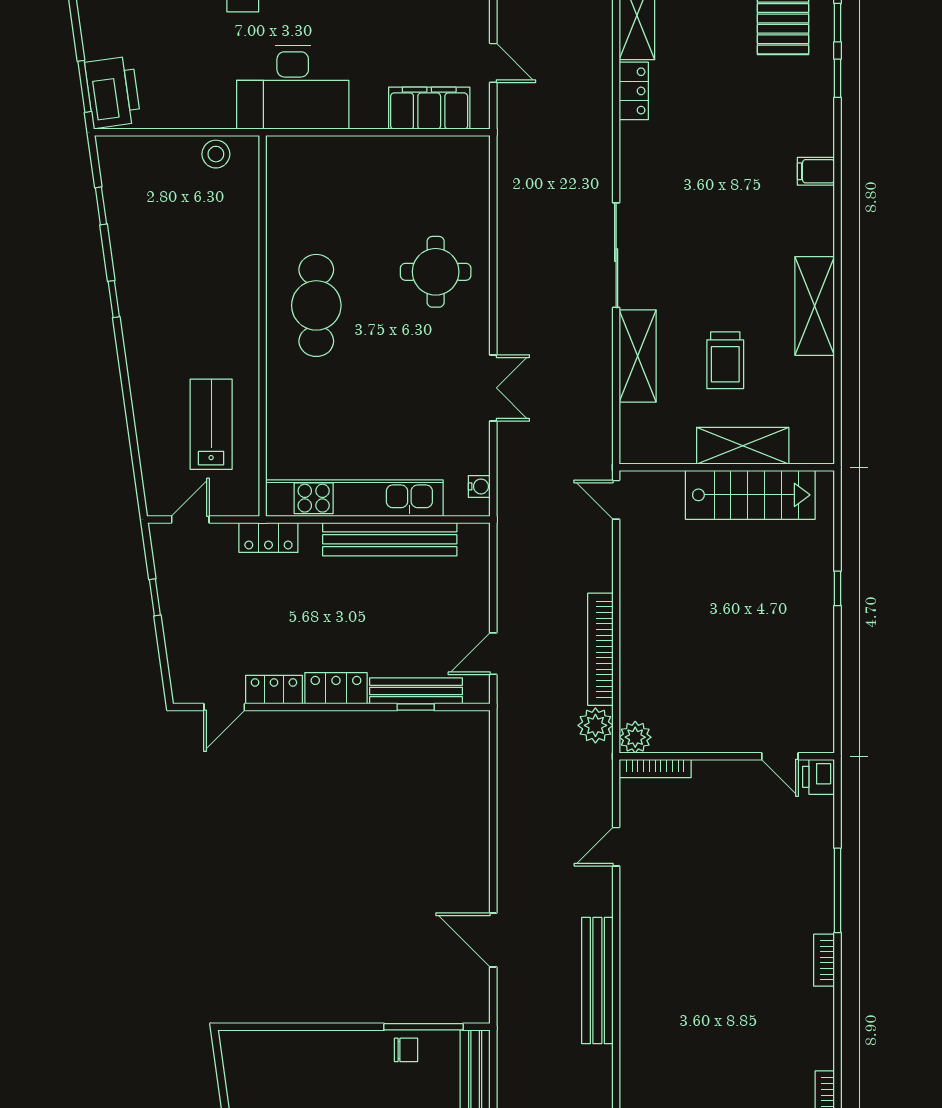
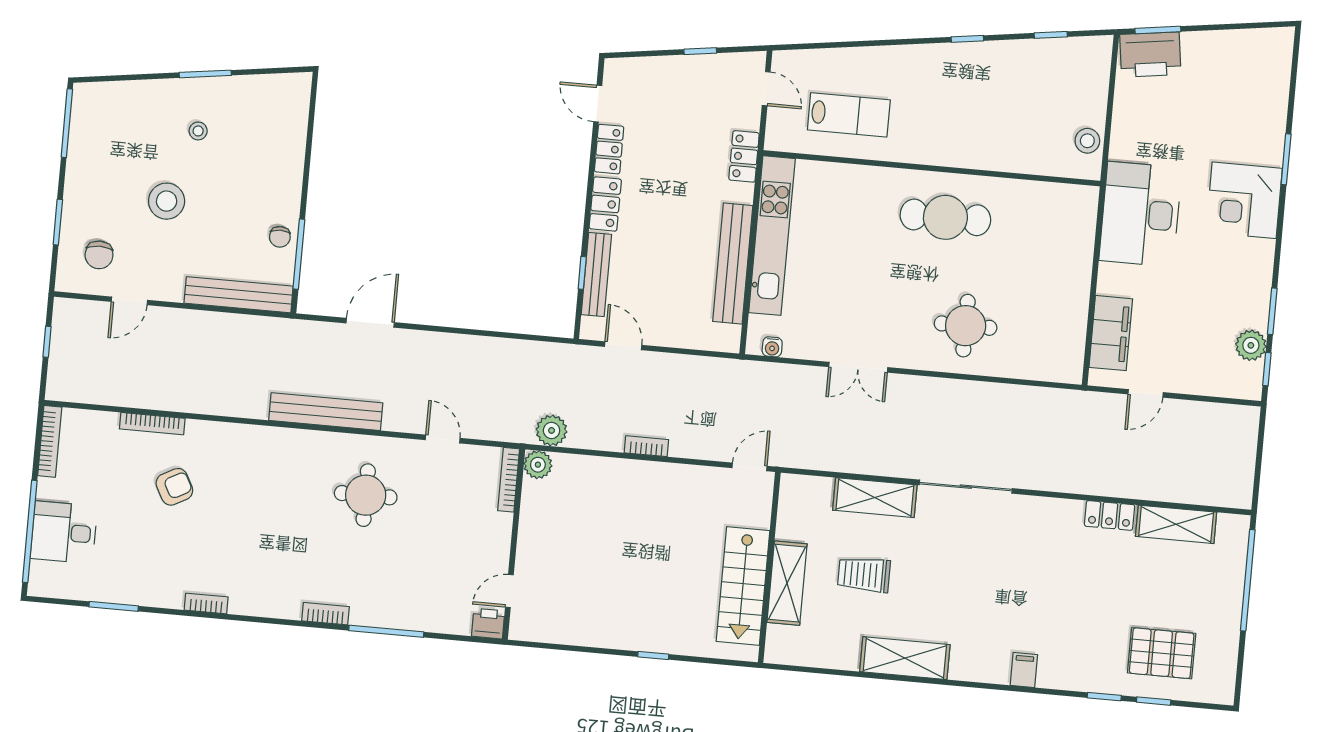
bookcase: (600, 649) -> (646, 446), width x0.43, depth x0.76
round table: (687, 927) -> (366, 495), added

